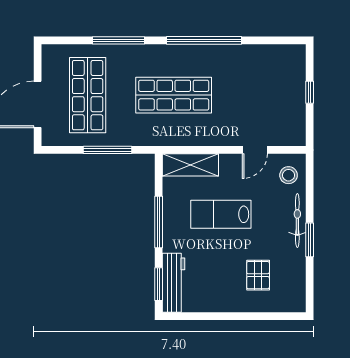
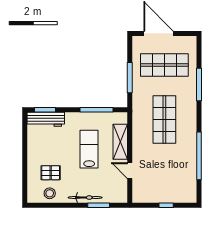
window: (204, 40) -> (199, 156), moved
shelving: (190, 165) -> (120, 142), moved
stool: (289, 175) -> (50, 193), moved
window: (159, 222) -> (96, 110), moved
window: (310, 240) -> (99, 205), moved

